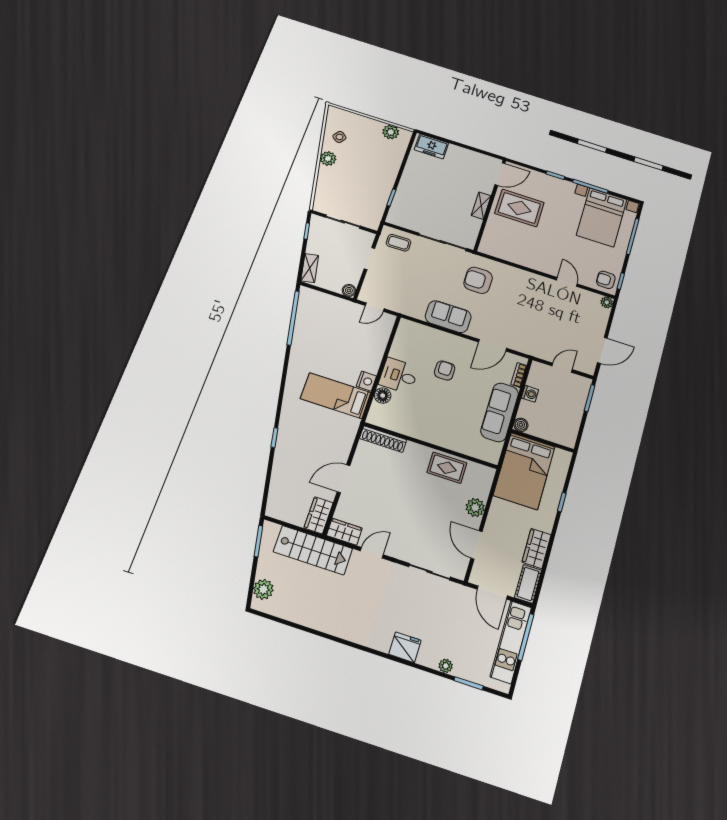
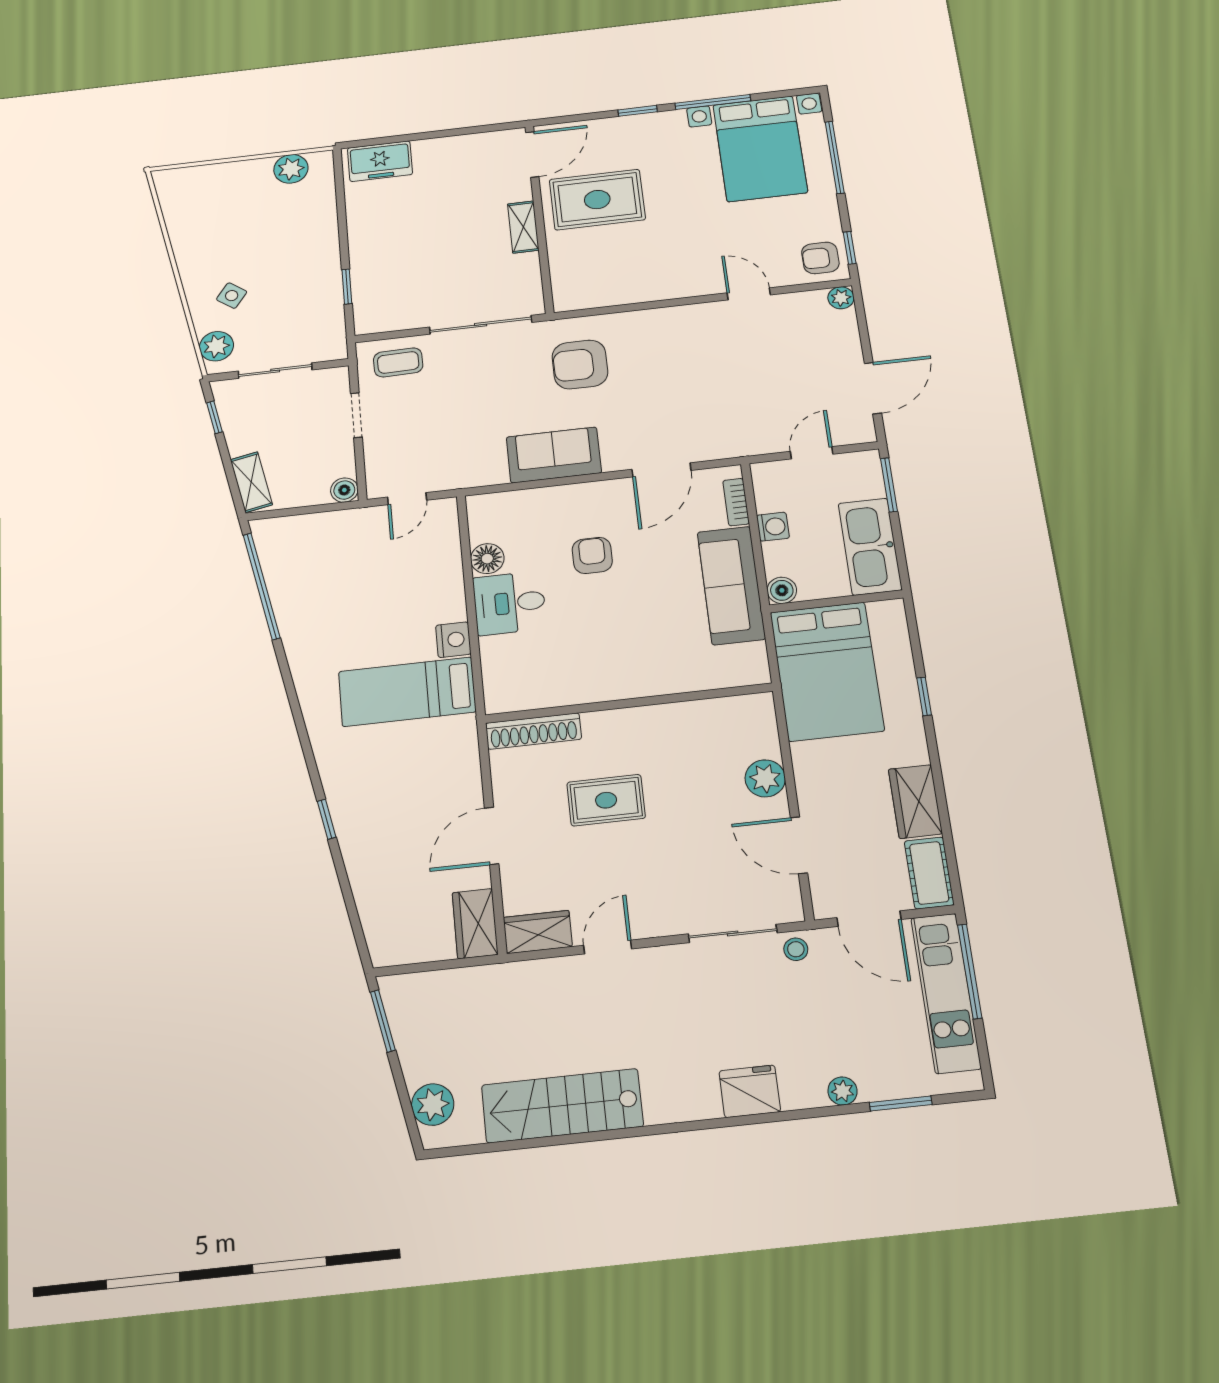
side table: (339, 137) -> (232, 296), moved
plant: (328, 159) -> (216, 346), moved
floor lamp: (383, 396) -> (487, 559), moved
kitchen sink: (569, 422) -> (870, 547), added
rug: (447, 468) -> (606, 800), moved
stairs: (313, 550) -> (562, 1106), moved, turned 180
stool: (454, 592) -> (796, 949), added

